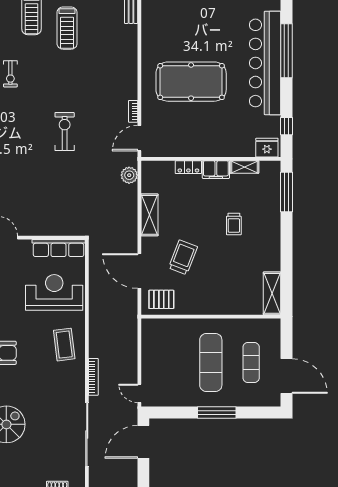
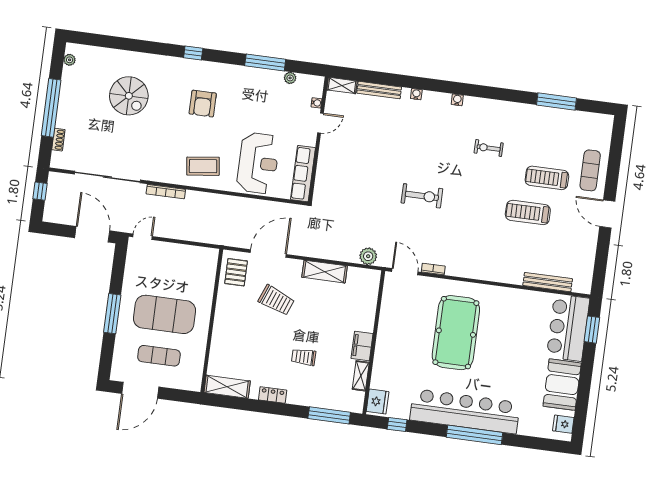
locker: (188, 167) -> (273, 395), moved, turned 90
exercise mat: (211, 362) -> (164, 314), width x1.47

